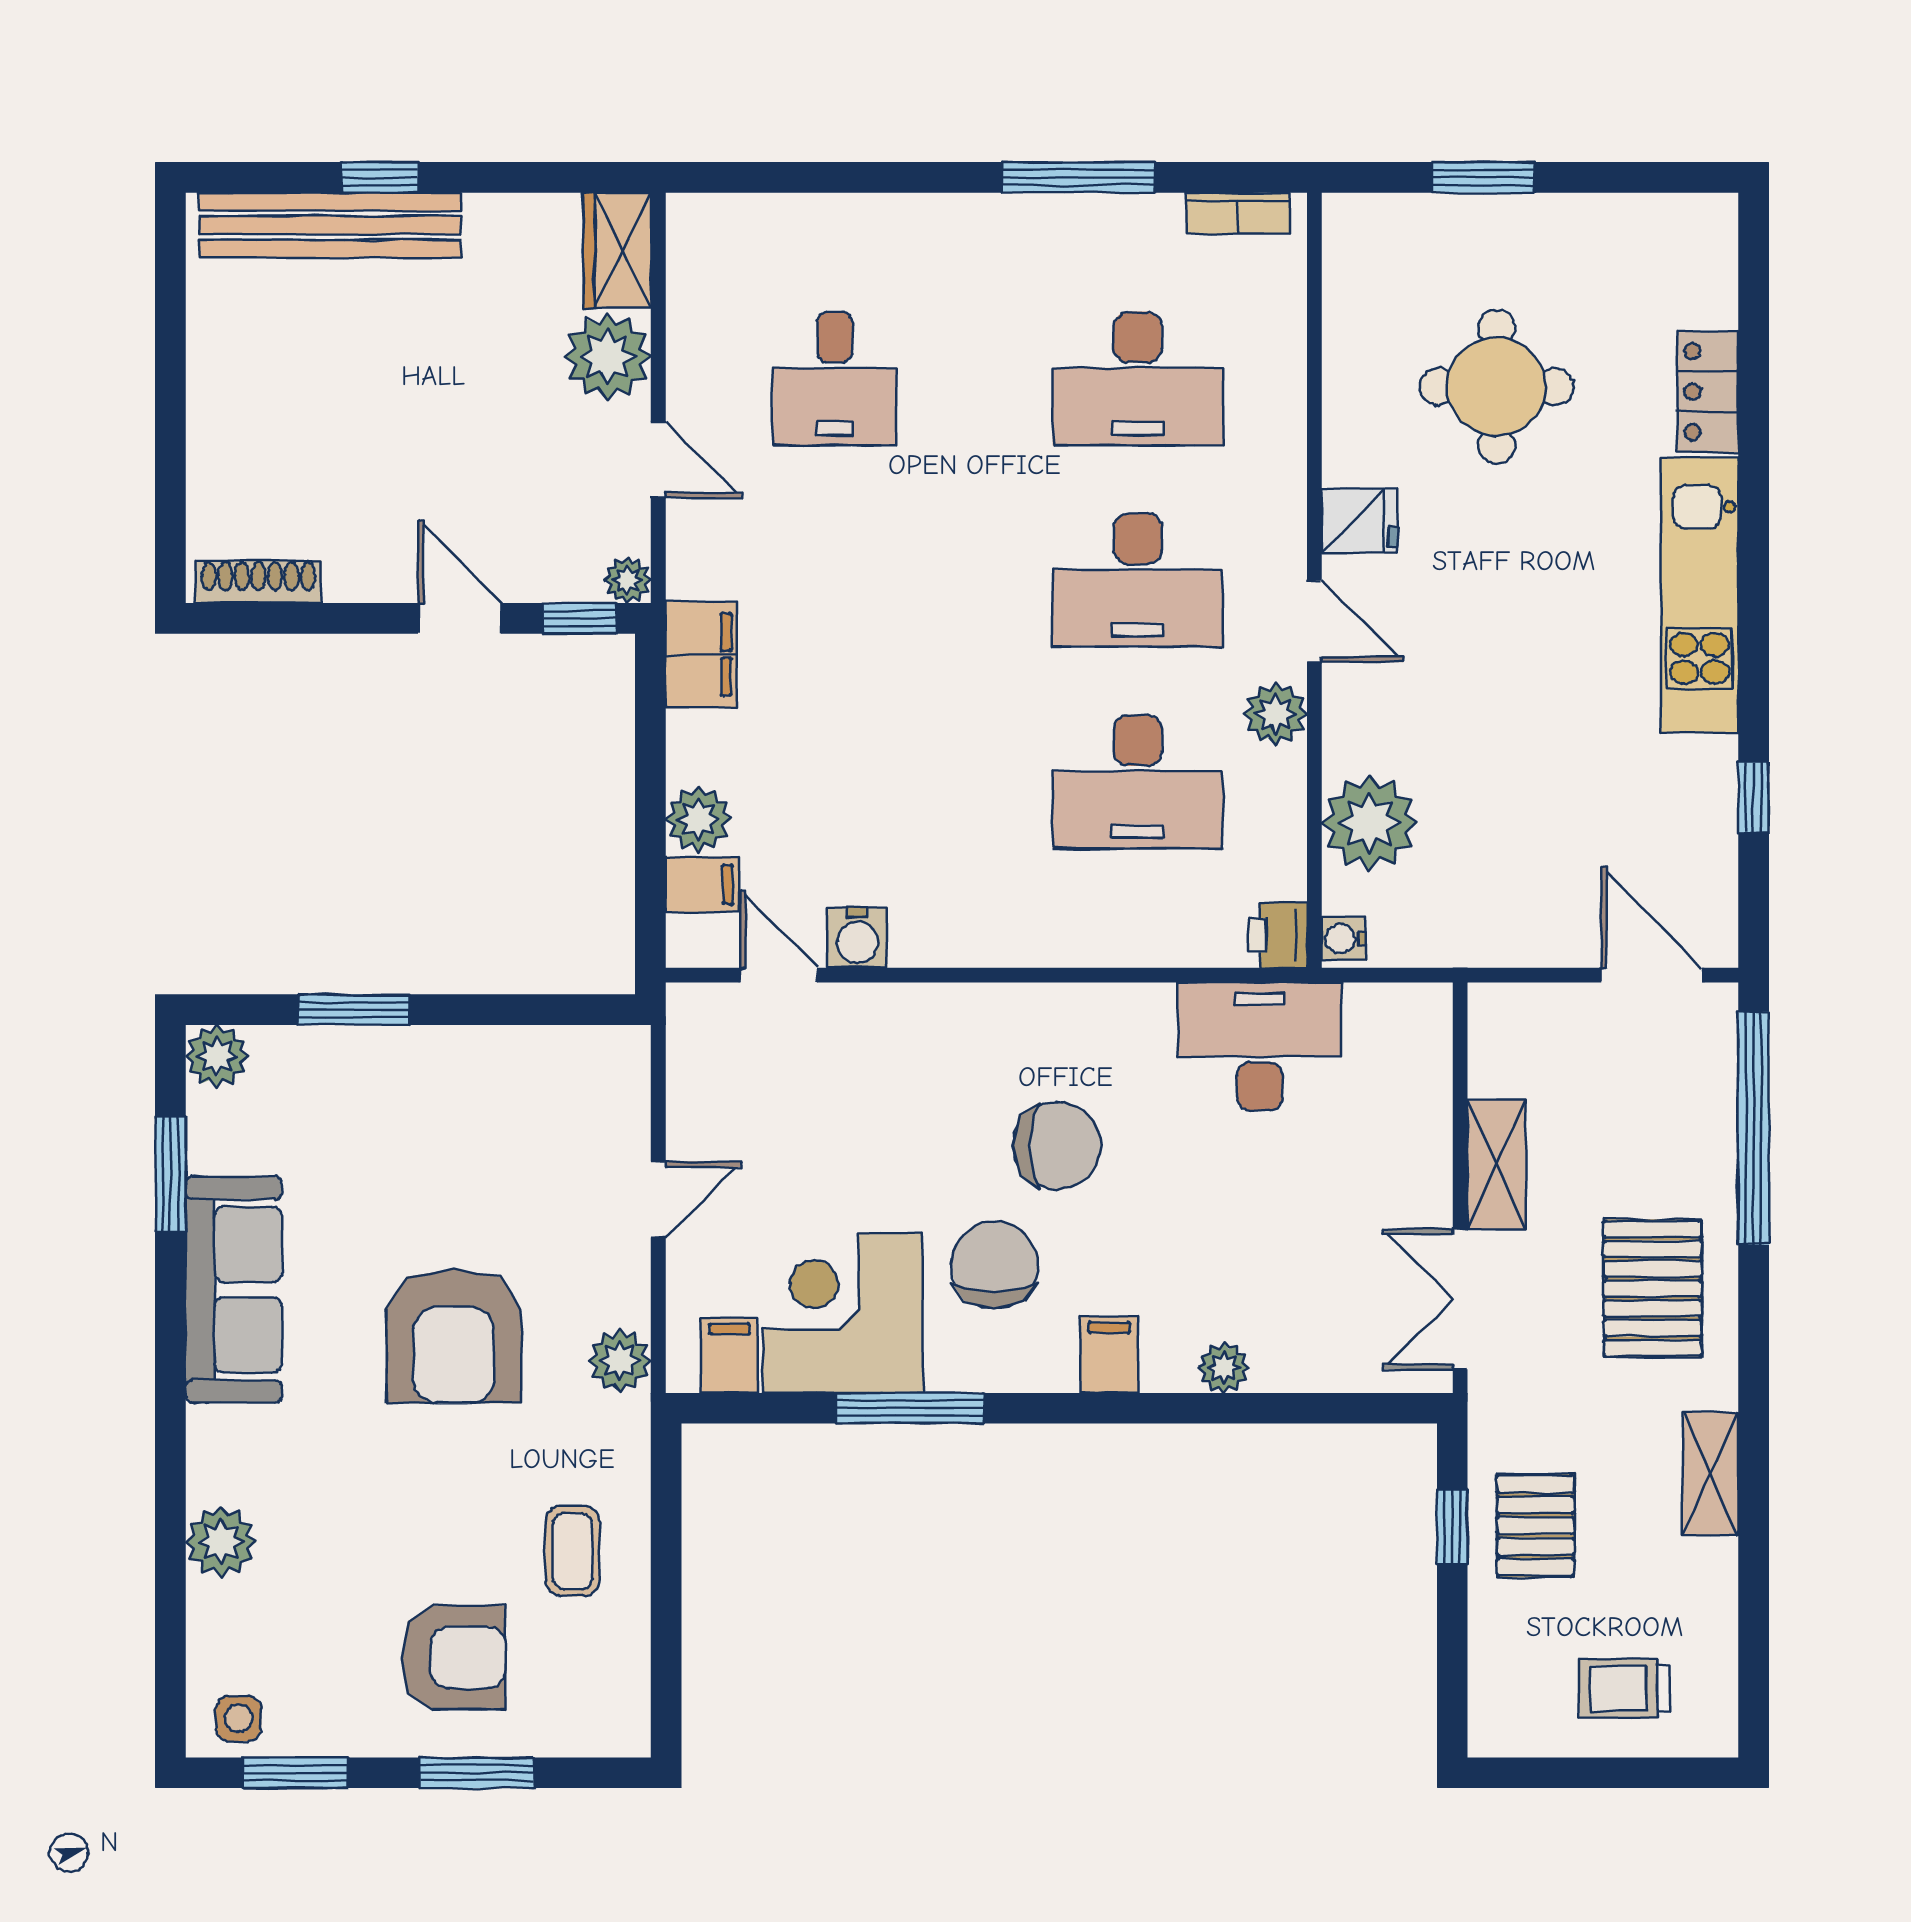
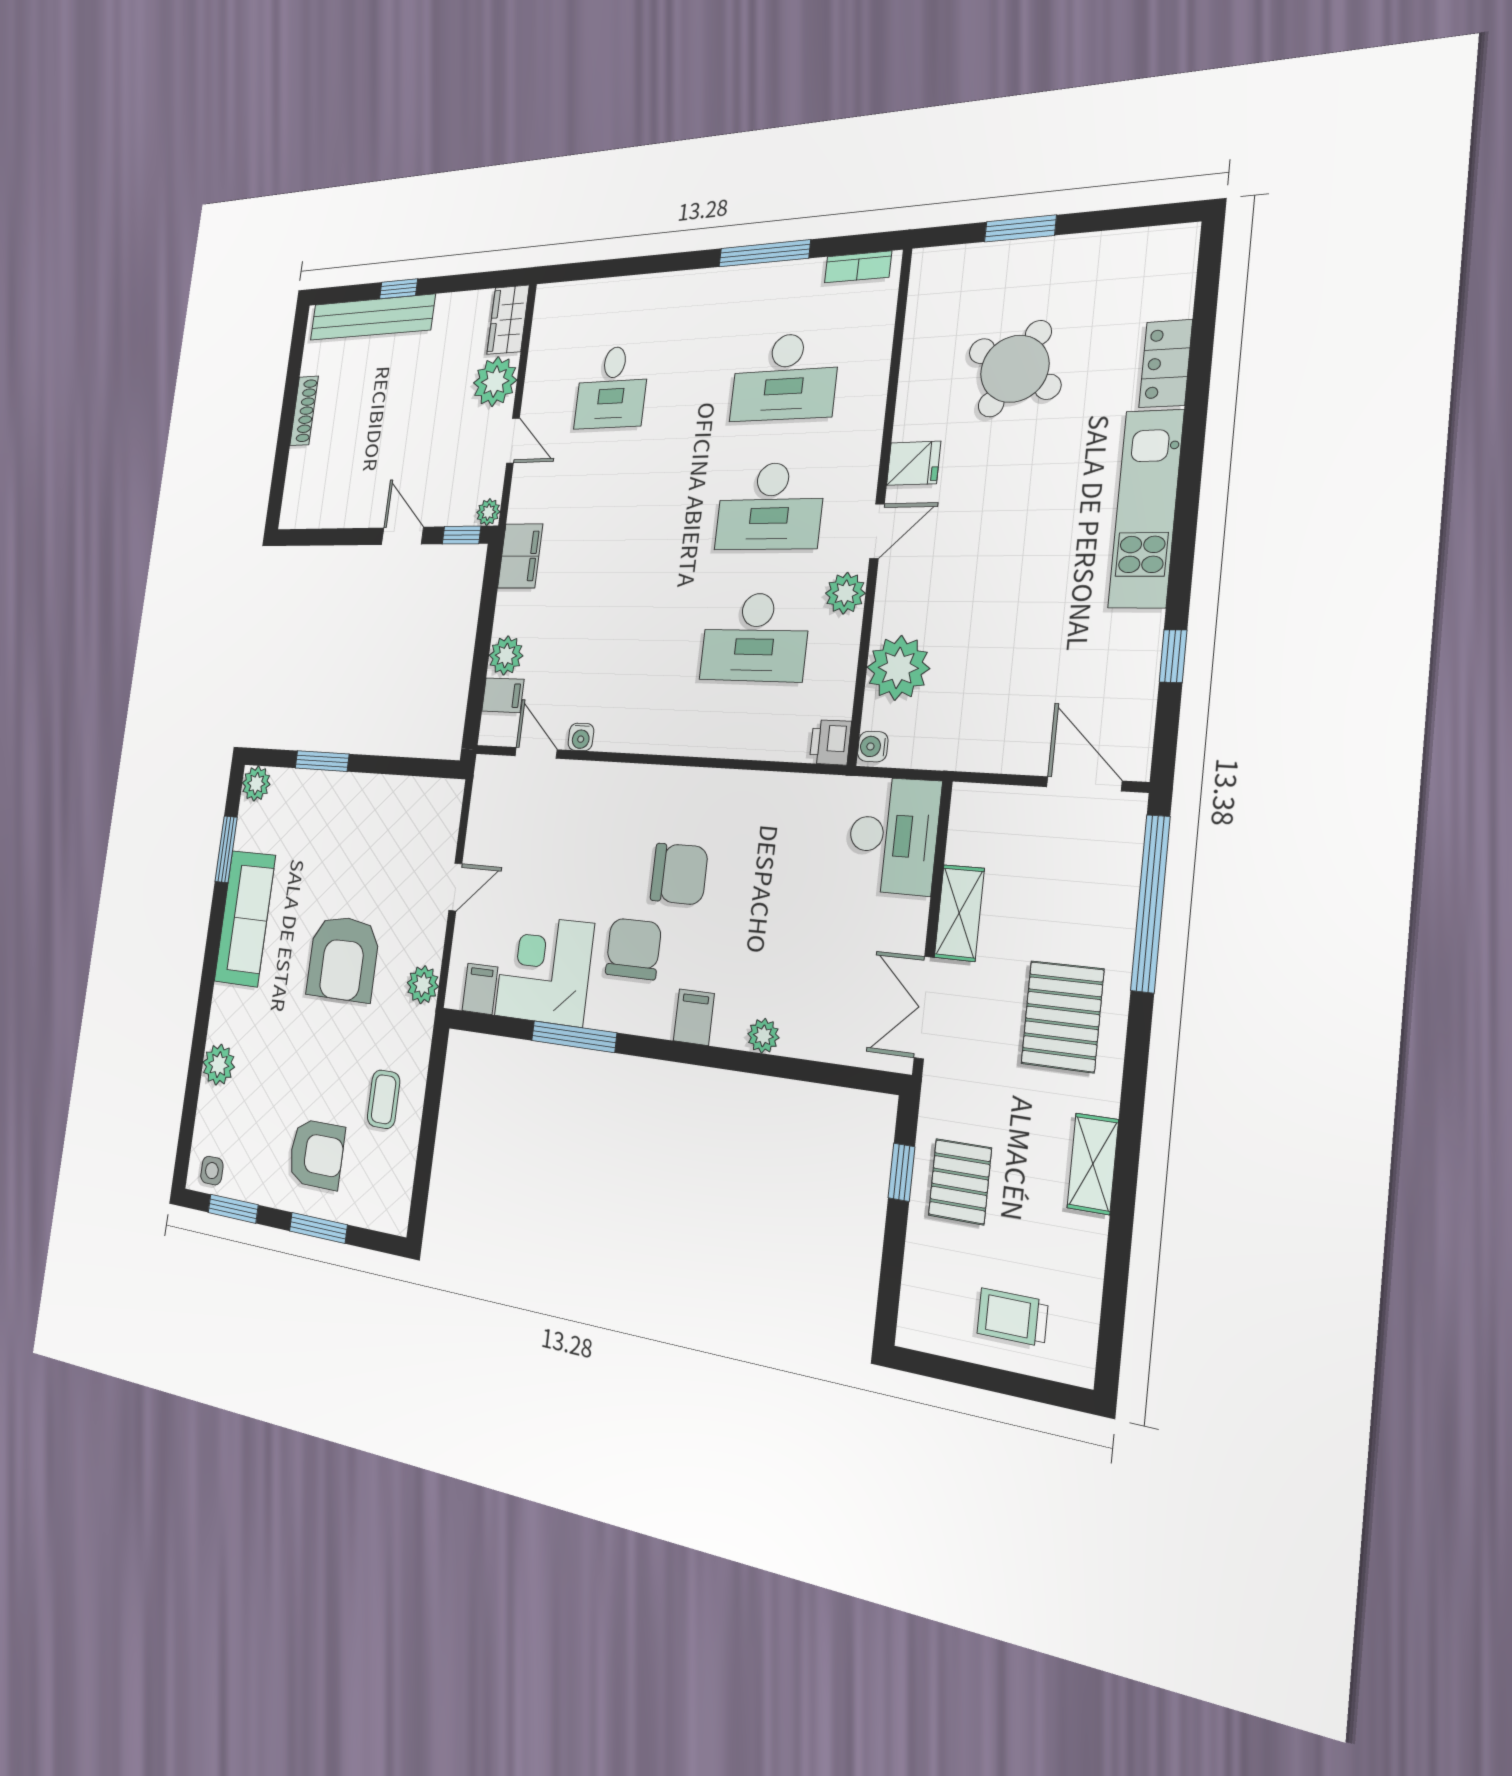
round table: (1496, 387) -> (1015, 369), turned 30
shoe rack: (258, 582) -> (304, 411), moved, turned 90
door: (1314, 621) -> (877, 531), hinge flipped
water cooler: (857, 938) -> (581, 737), width x0.72, depth x0.72
desk: (1260, 1047) -> (893, 835), moved, turned 90

